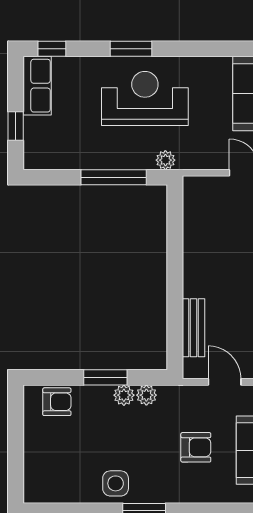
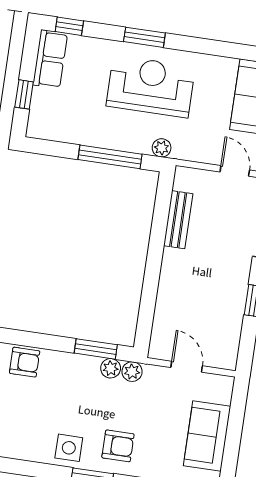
bench: (194, 328) -> (178, 220), moved
window: (105, 377) -> (96, 349), moved
plant: (124, 395) -> (132, 372), moved
armchair: (196, 447) -> (118, 446), moved

